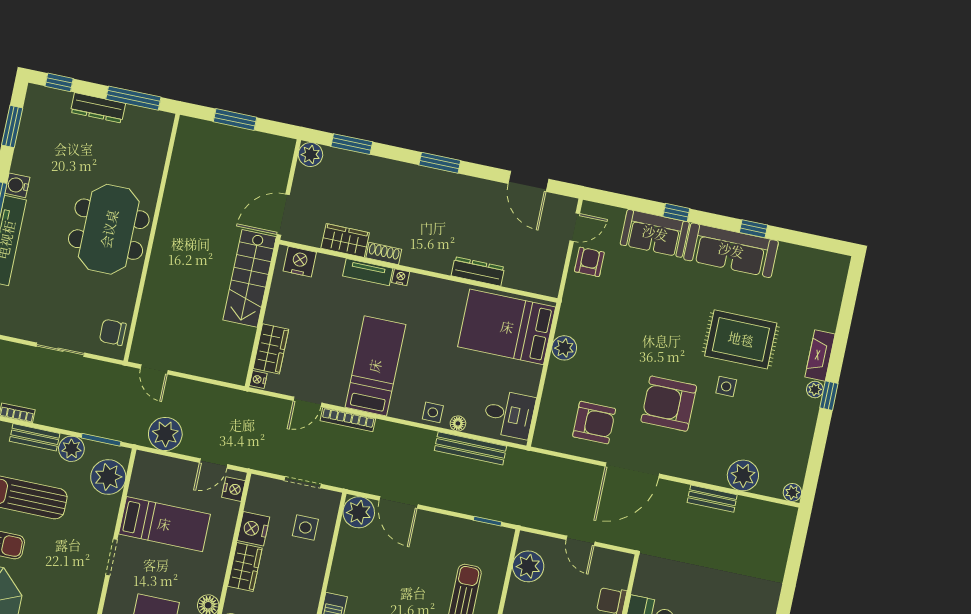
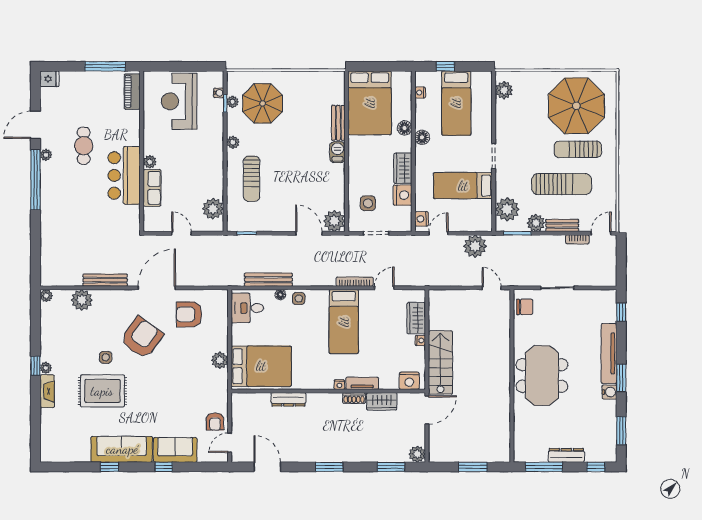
nightstand: (258, 380) -> (420, 341), moved
armchair: (669, 404) -> (142, 338), turned -54
bench: (712, 499) -> (105, 280), width x1.36

